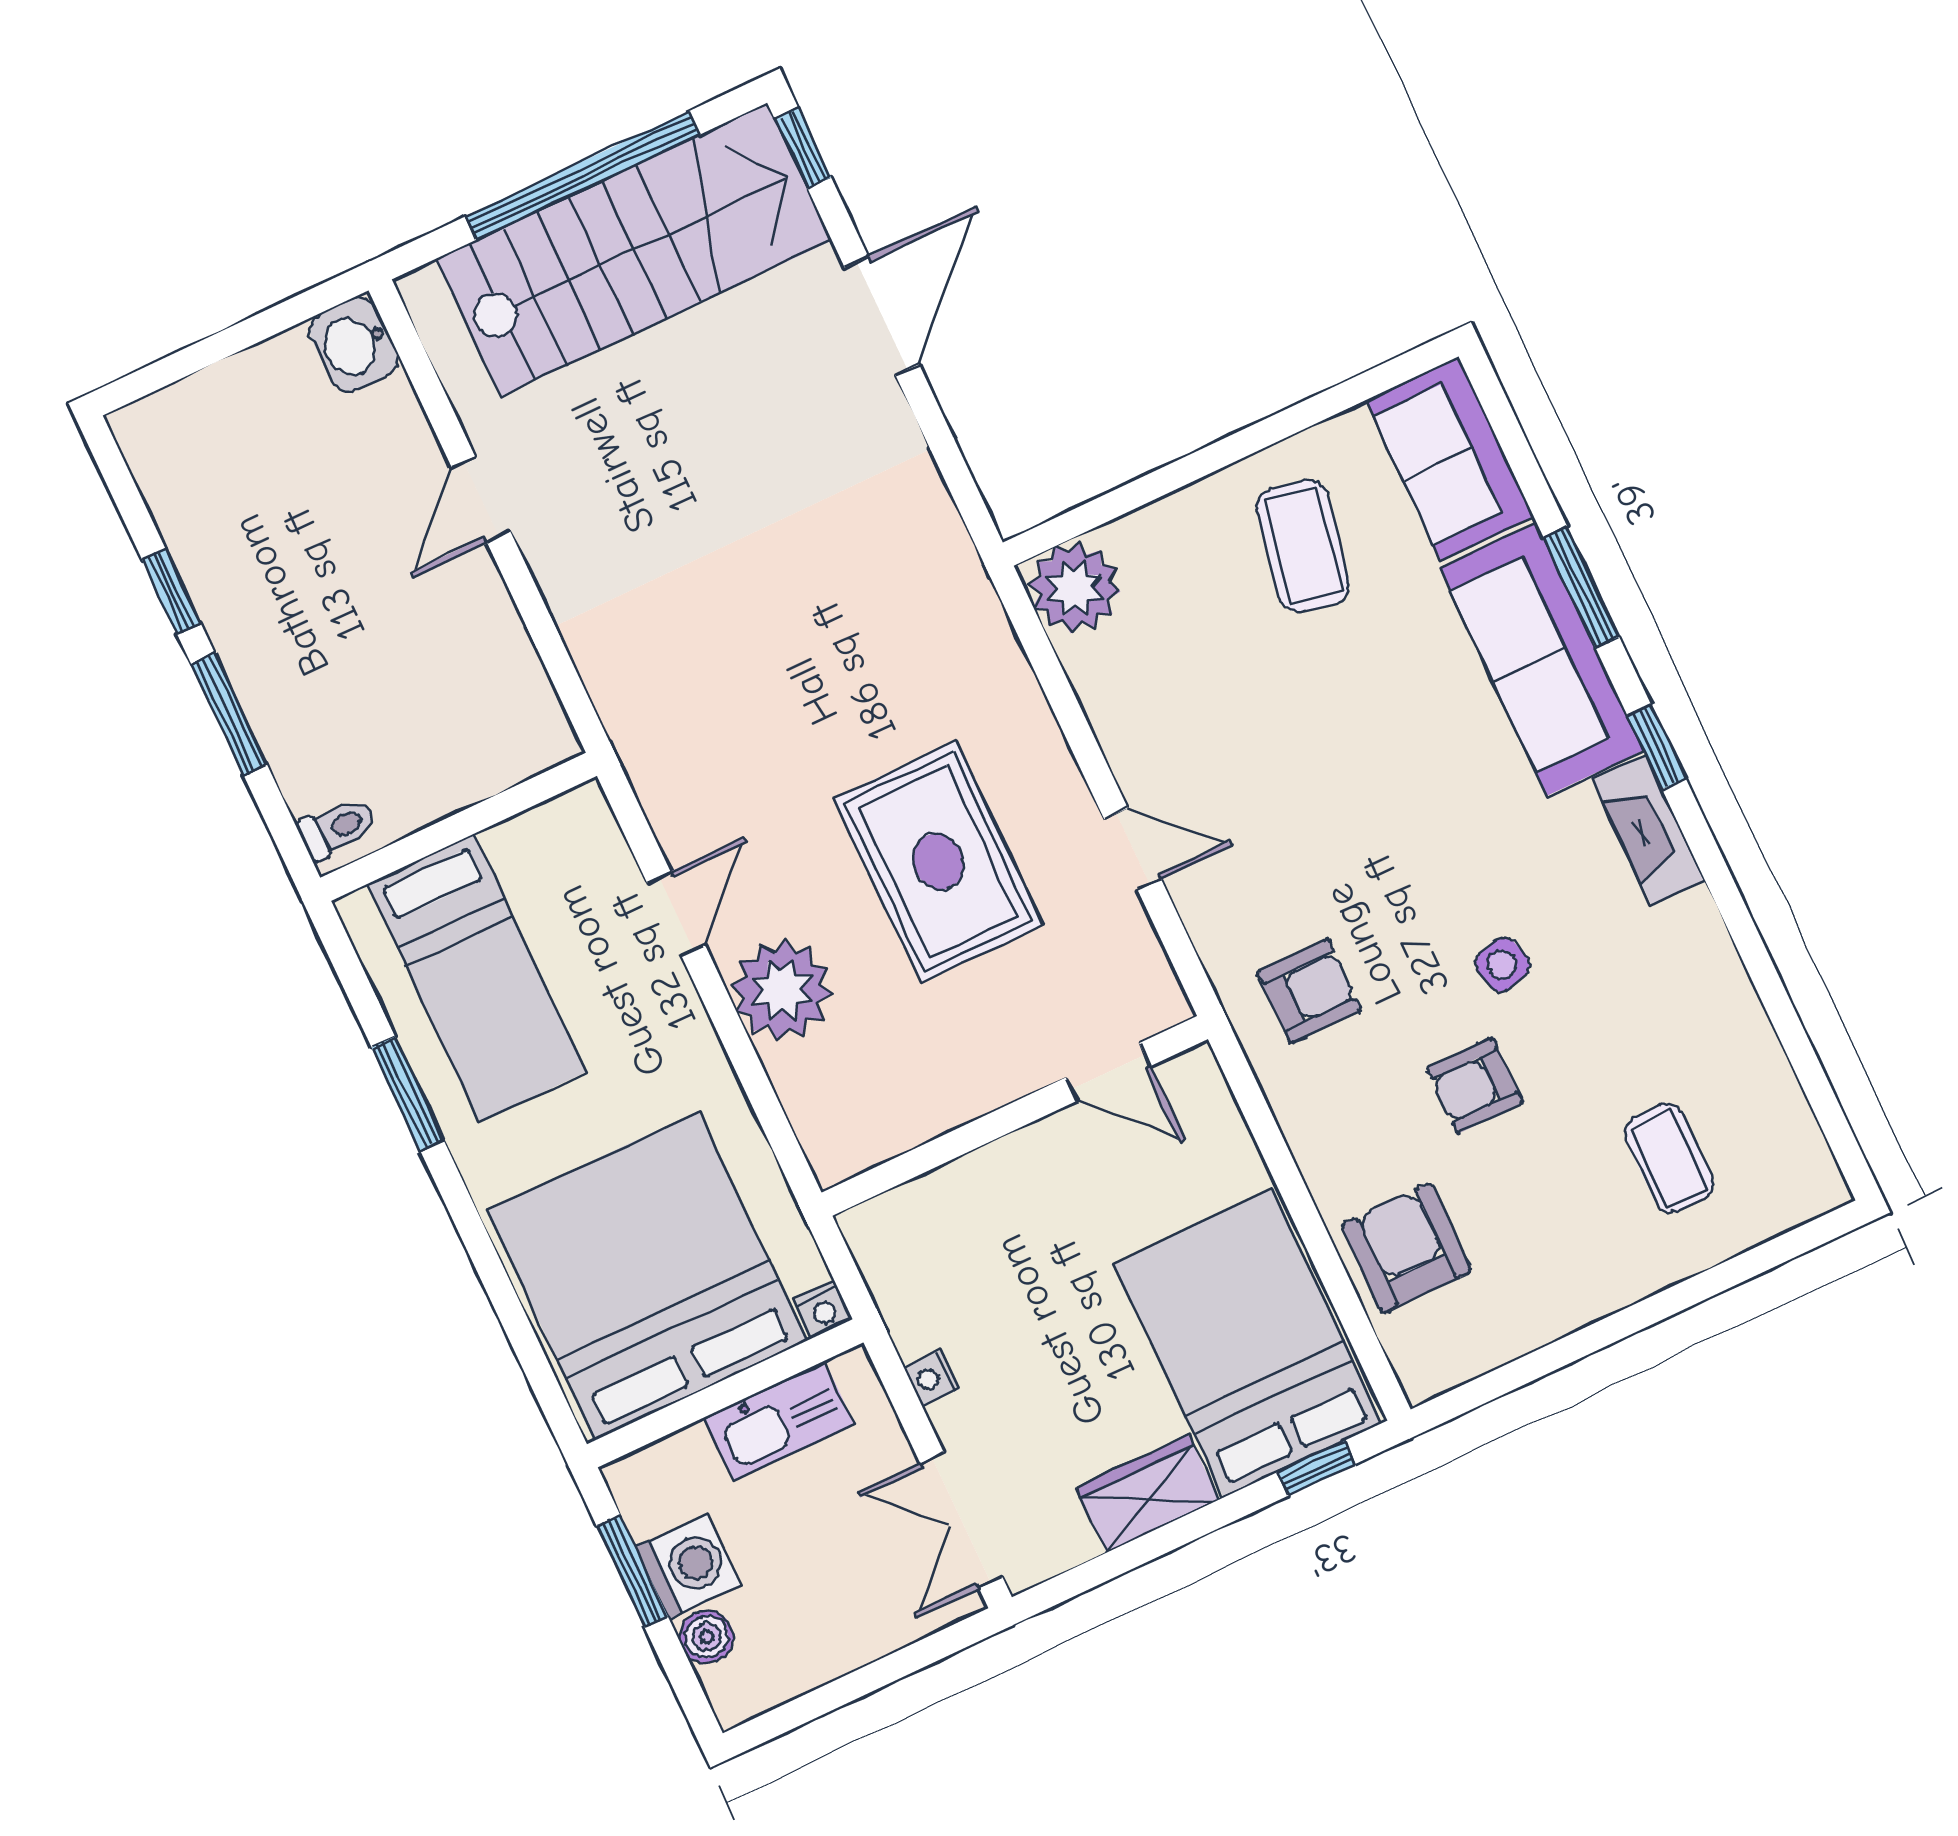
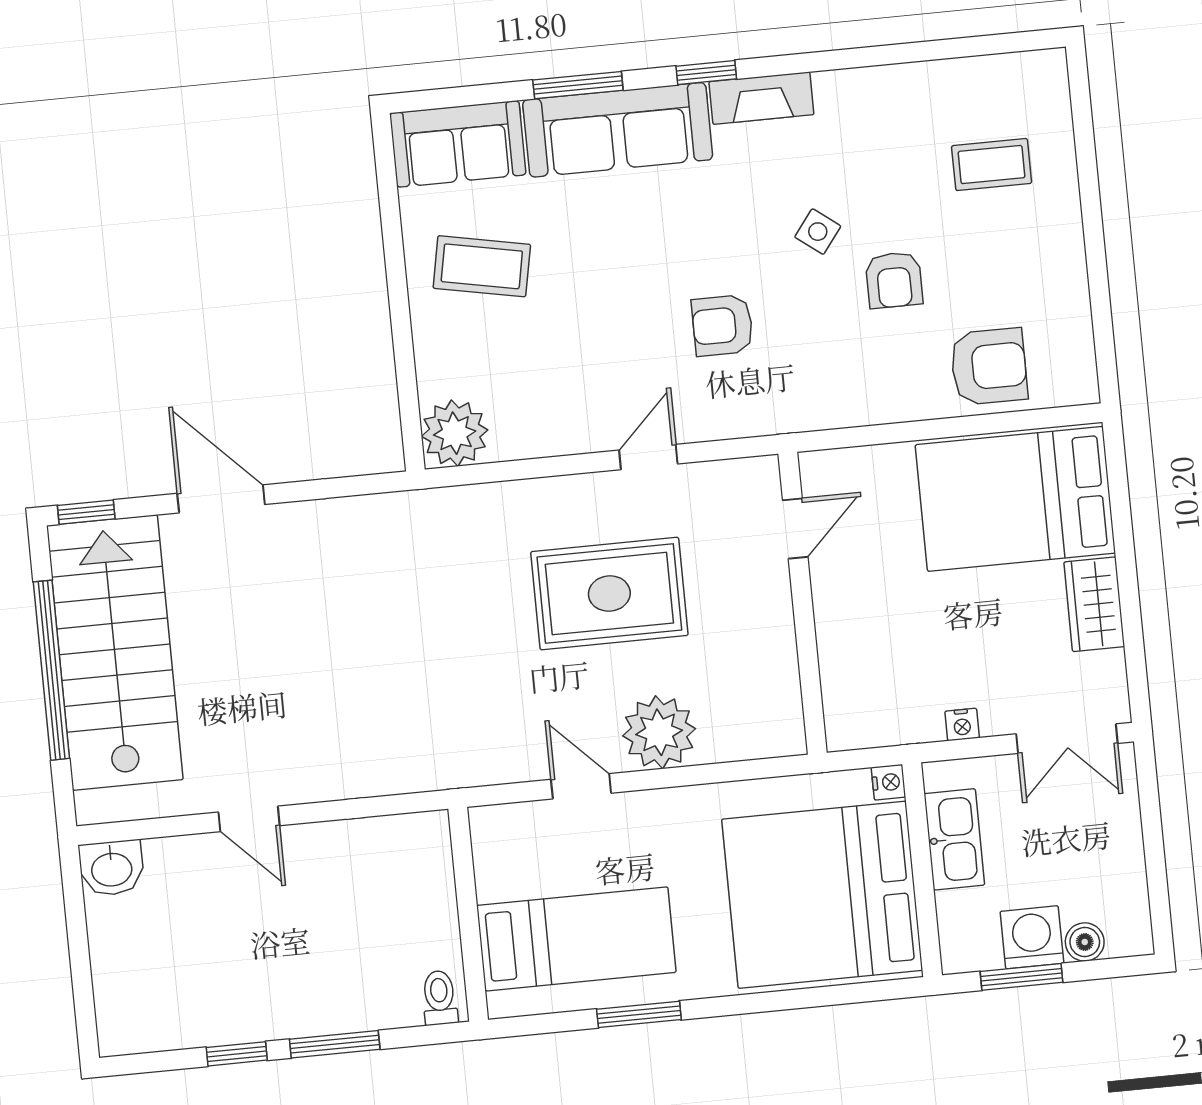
side table: (1502, 965) -> (818, 232), turned -37
armchair: (1309, 991) -> (722, 325), moved, turned -90
armchair: (1407, 1248) -> (989, 367), turned 180
window: (1316, 1468) -> (1118, 482), removed

